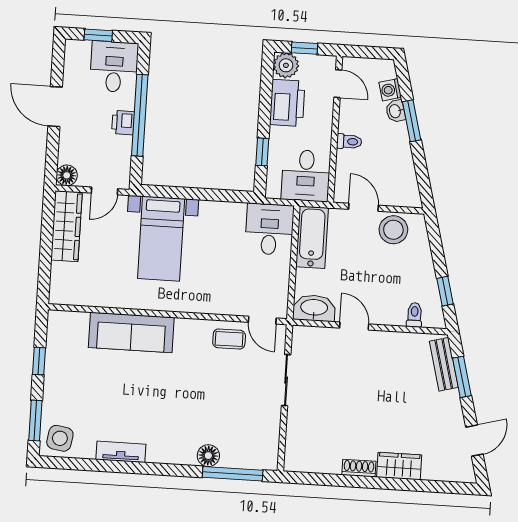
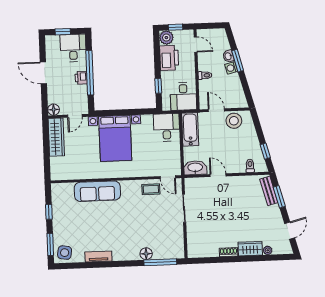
washing machine: (390, 90) -> (231, 68), moved
bed with nightstands: (161, 239) -> (115, 138), width x1.36
plant: (431, 472) -> (268, 250), added

